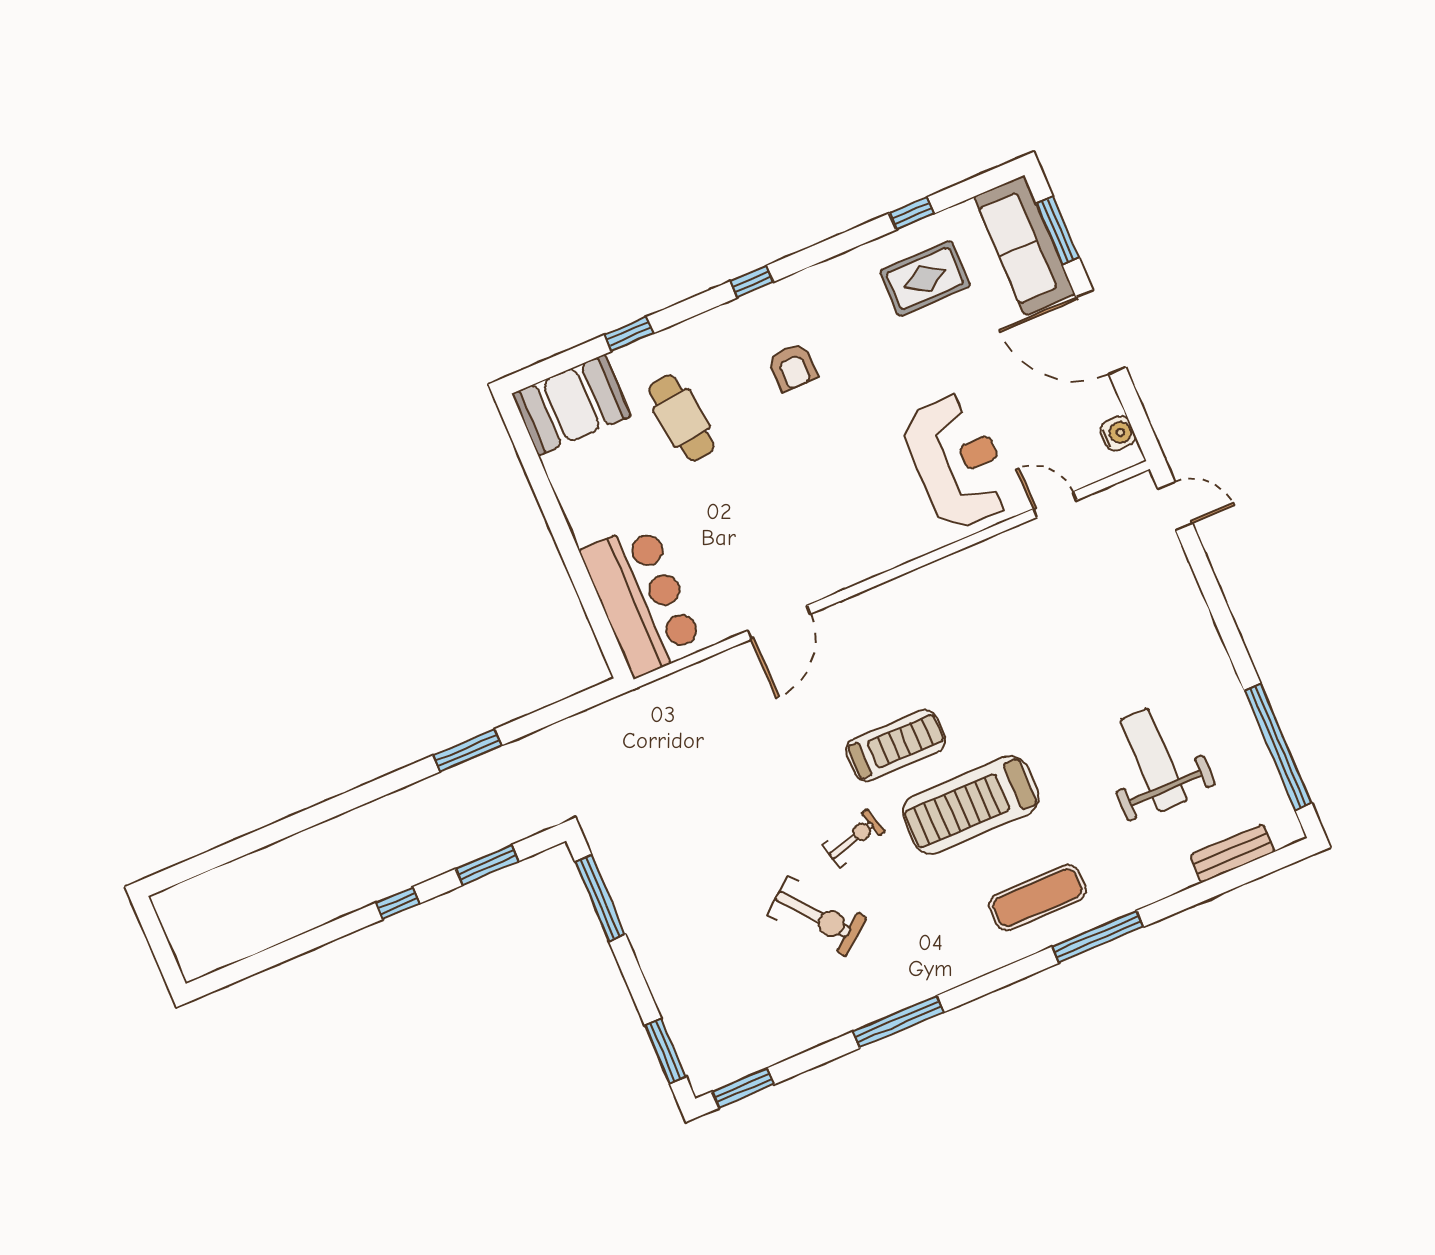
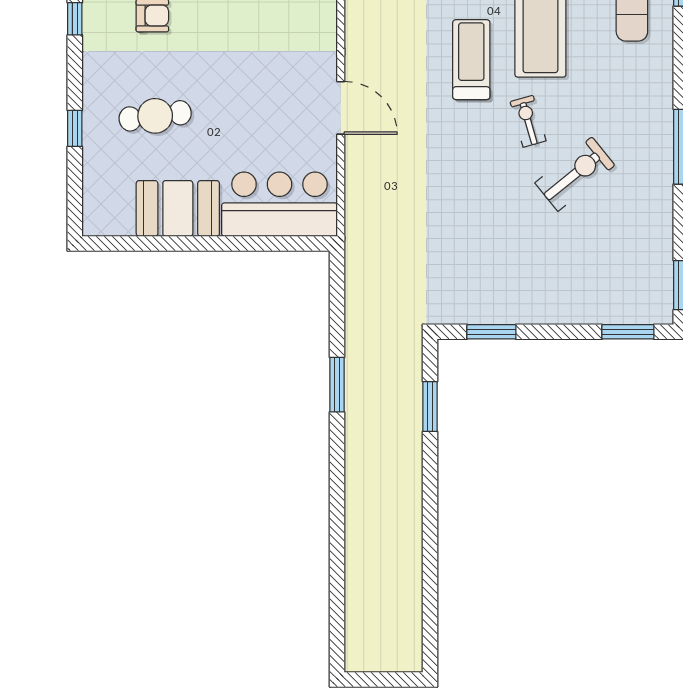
booth: (571, 405) -> (178, 208), moved, turned 90
window: (600, 898) -> (491, 332), width x0.69
window: (398, 903) -> (430, 486), removed

